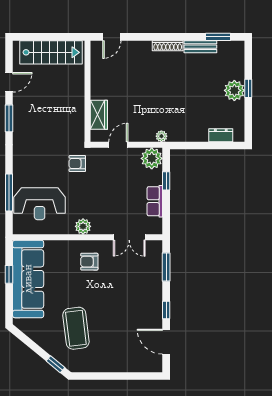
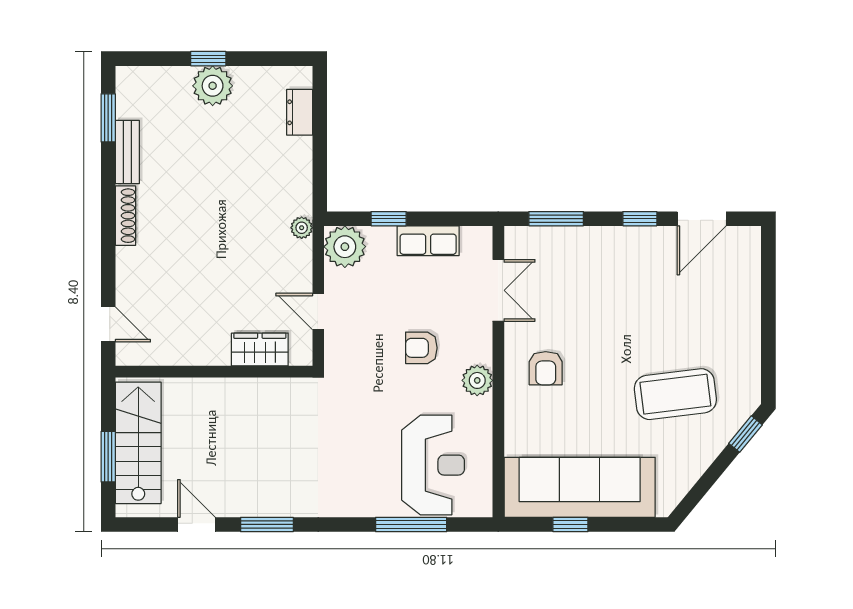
window: (44, 37) -> (108, 457), added
armchair: (77, 164) -> (421, 348), moved, turned 90

